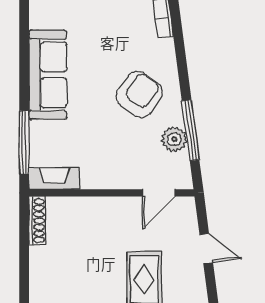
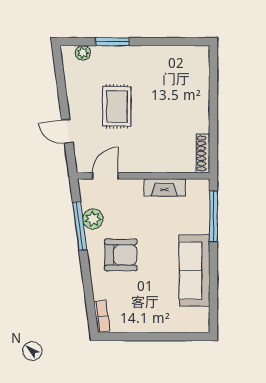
armchair: (139, 94) -> (121, 255), turned -126
fireplace: (54, 178) -> (164, 187), moved

